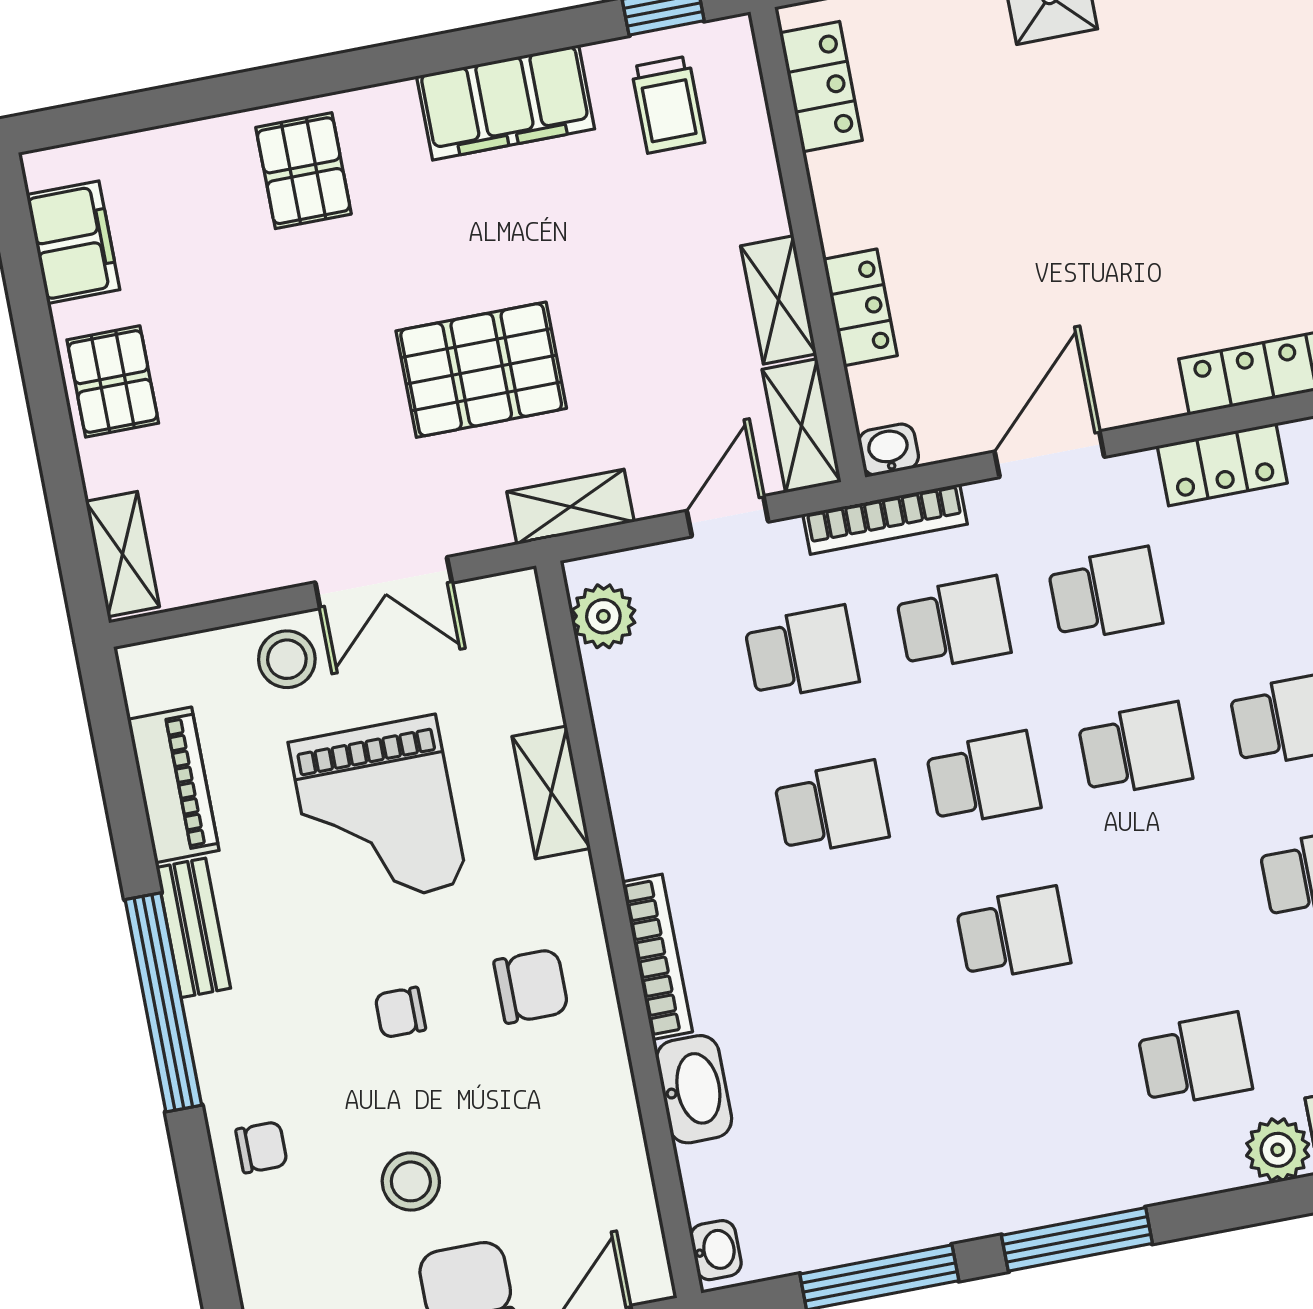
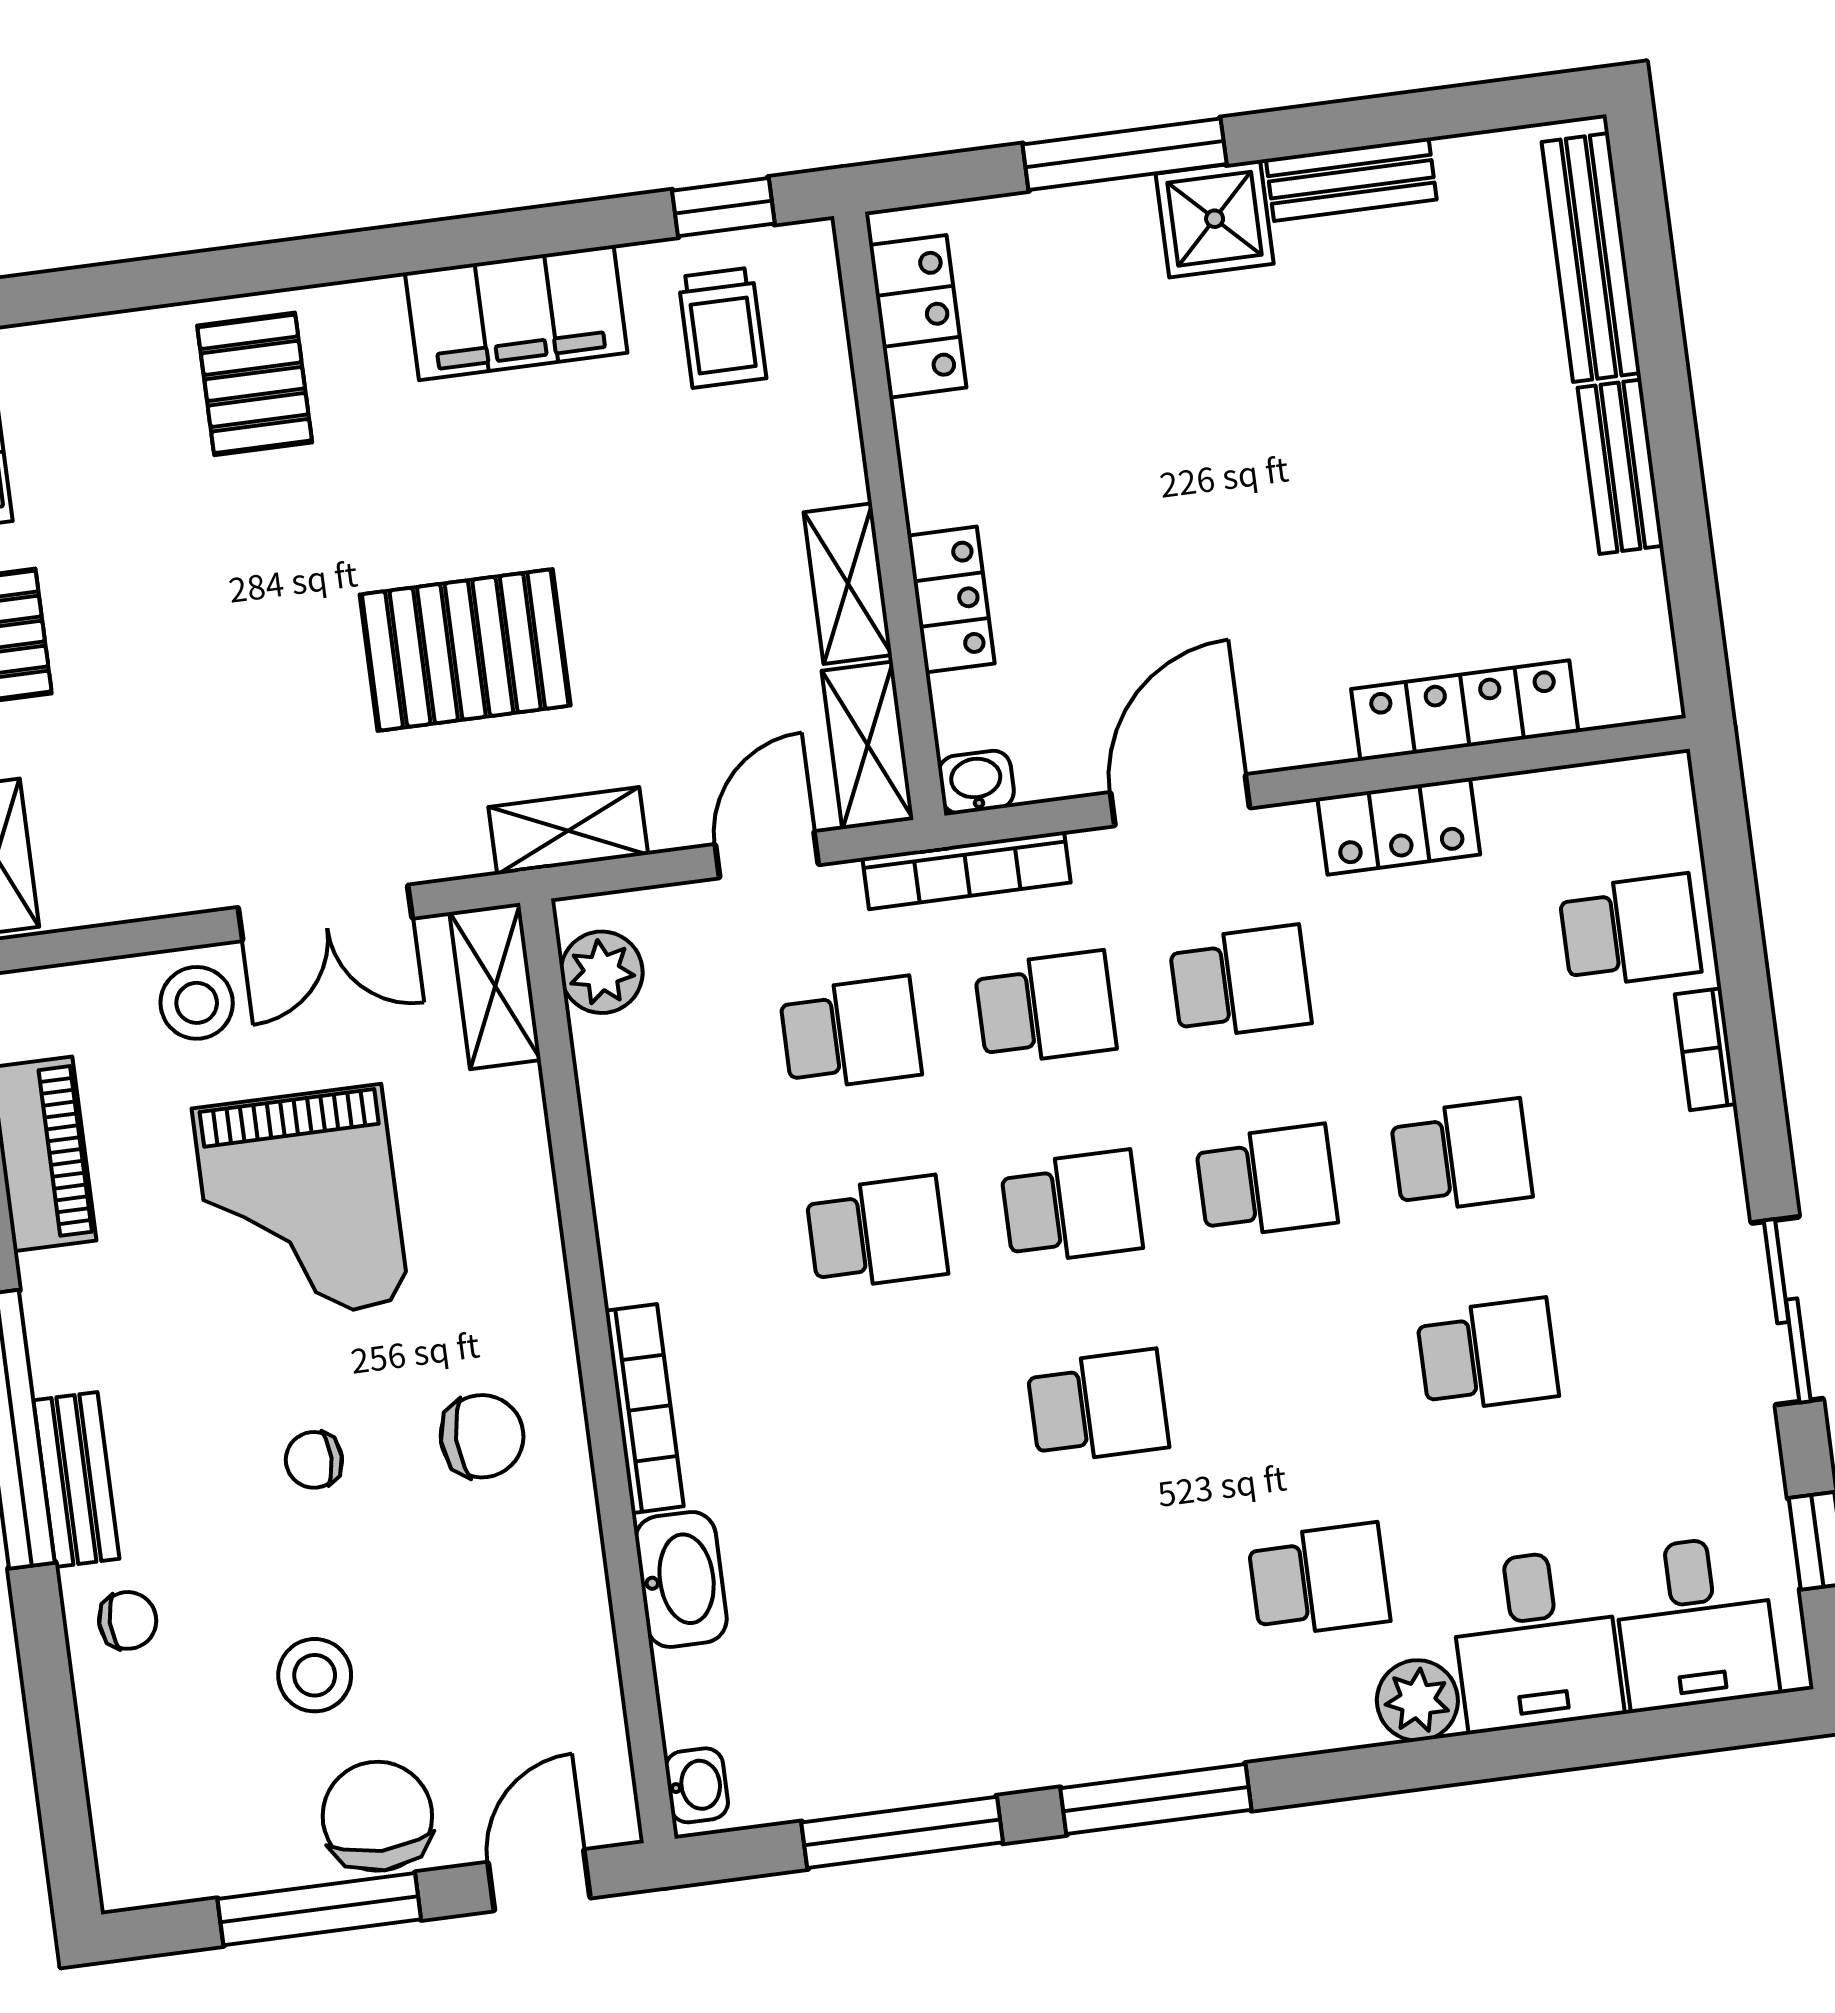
shelving: (551, 792) -> (495, 986), moved
bench: (193, 928) -> (76, 1479), moved

